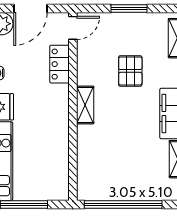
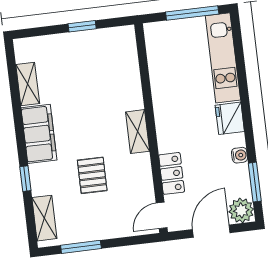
window: (129, 9) -> (81, 247), moved
window: (123, 204) -> (82, 26), width x0.32

